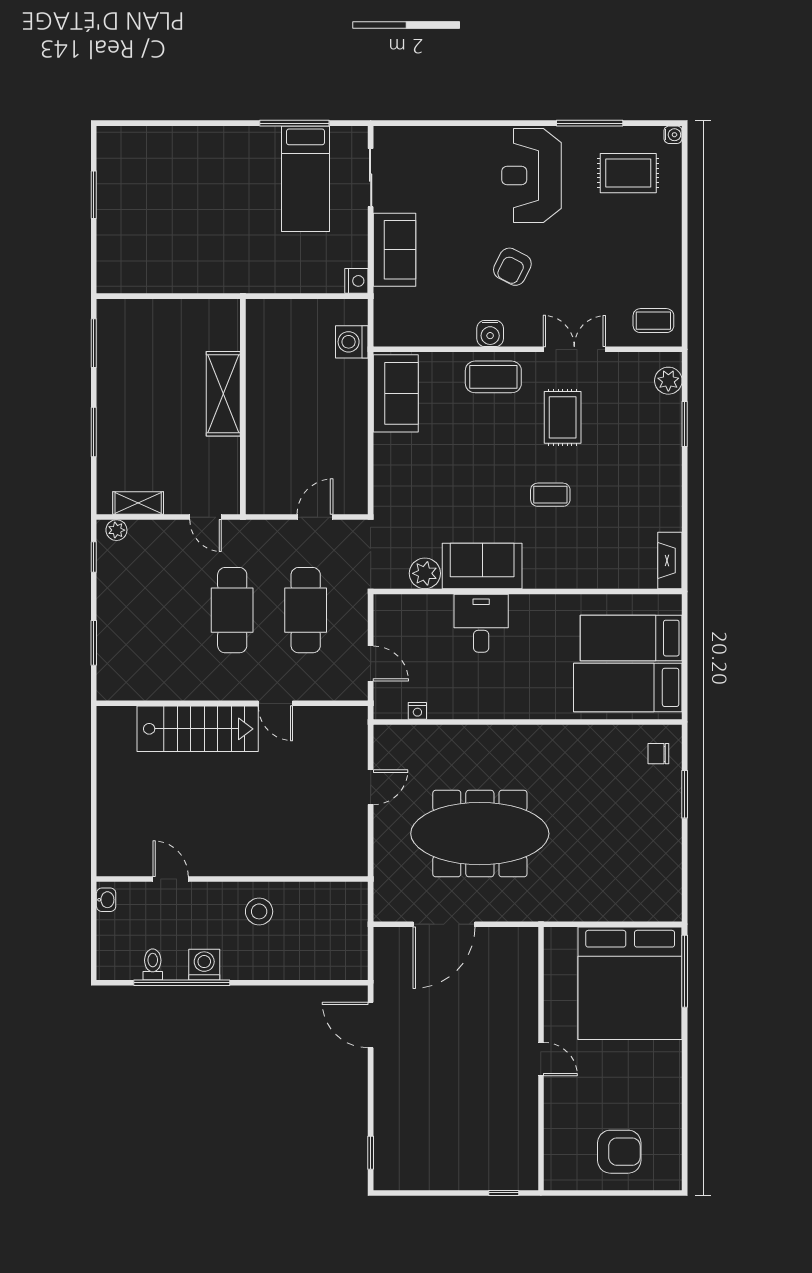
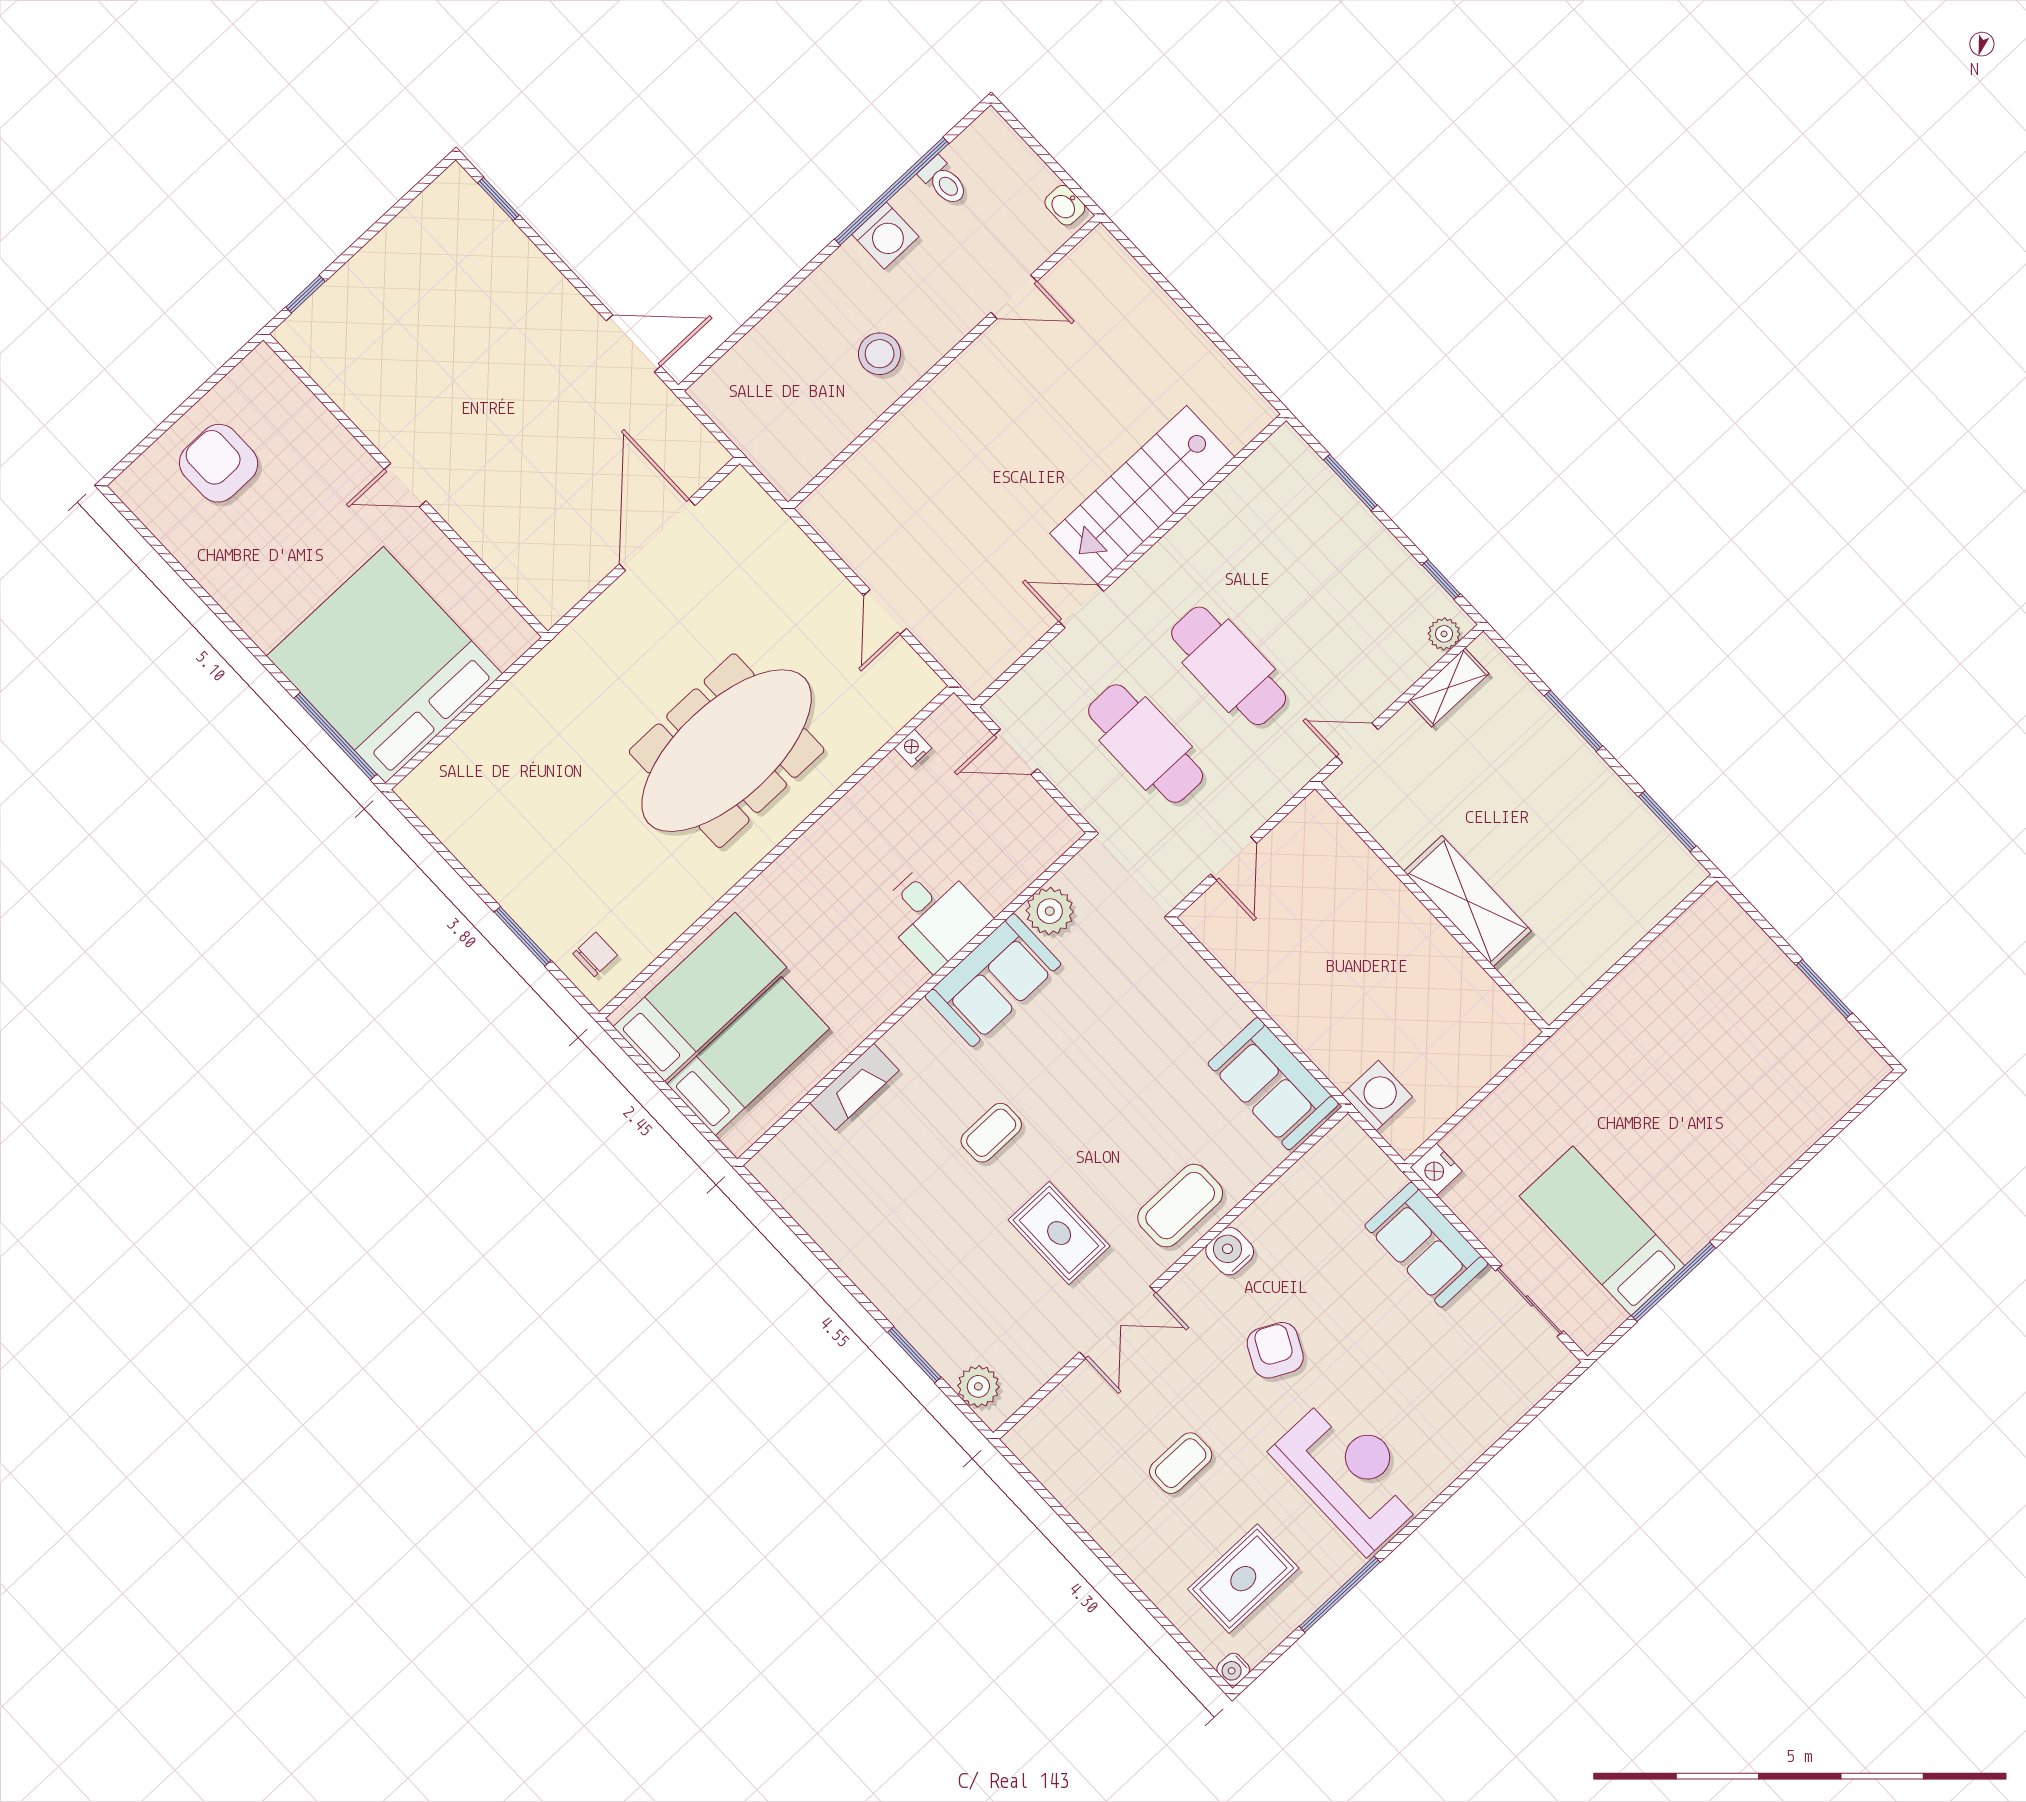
coffee table: (653, 321) -> (1181, 1463), moved
fireplace: (670, 561) -> (855, 1087), moved, turned 90
meeting table: (480, 834) -> (727, 751), moved
armchair: (619, 1152) -> (219, 463), turned 90

